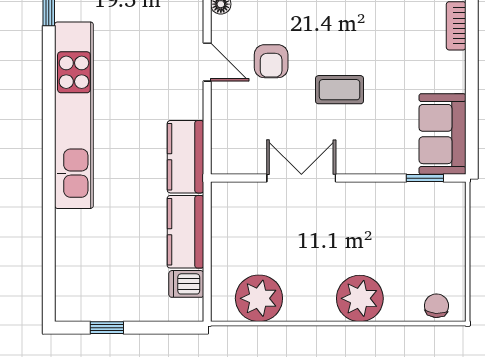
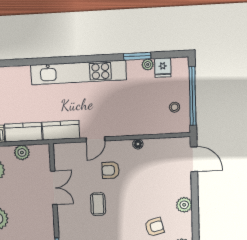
door: (207, 62) -> (95, 139), moved
plant: (226, 238) -> (22, 152), added

